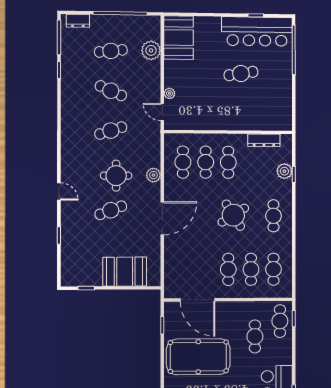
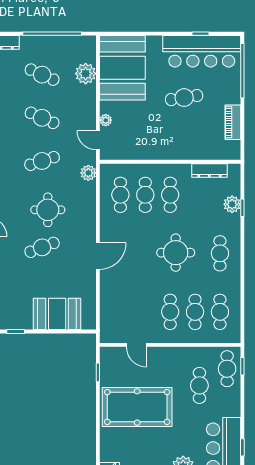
booth: (179, 38) -> (122, 68), width x1.36, depth x1.42
cafe table: (111, 51) -> (42, 75), turned 30
piano: (285, 96) -> (233, 122), added
plant: (153, 175) -> (88, 173), moved
round table: (233, 215) -> (176, 253), turned 32
door: (162, 218) -> (98, 256), width x0.73
door: (198, 300) -> (136, 345), width x0.53

